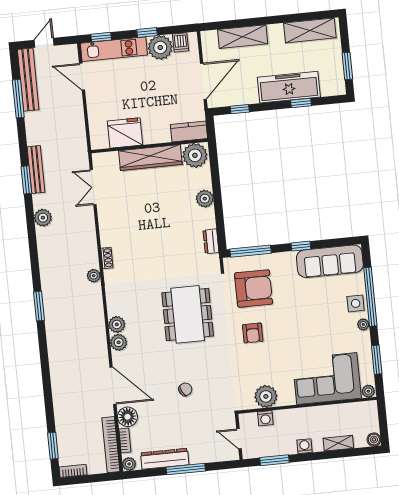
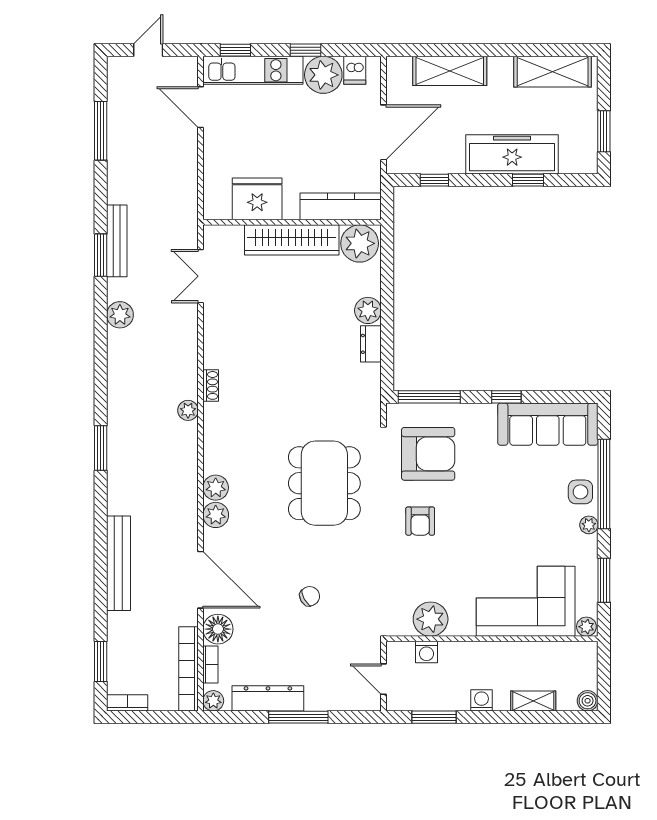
bench: (28, 80) -> (118, 563), moved
kitchen counter: (189, 131) -> (341, 206), width x1.50
dresser: (211, 241) -> (371, 344), moved

